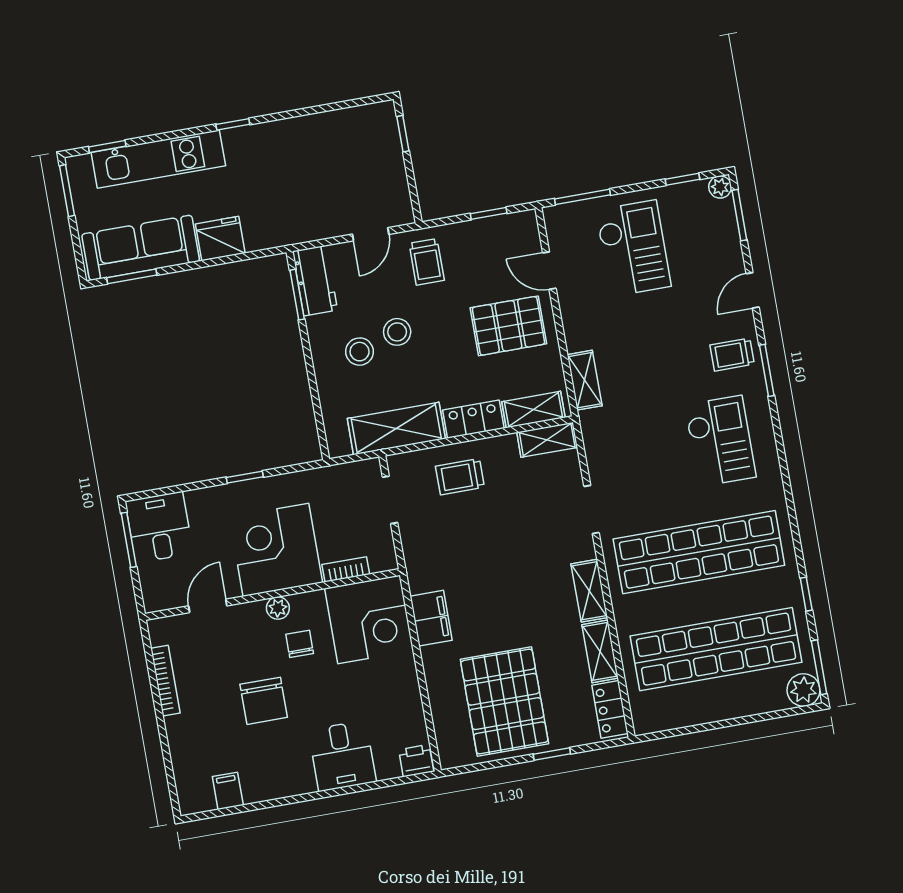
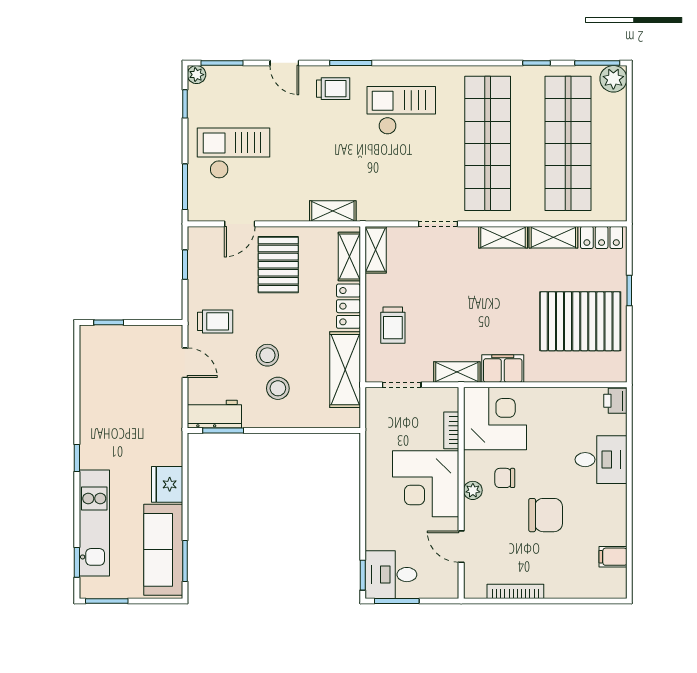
trolley: (732, 355) -> (333, 89), turned -90
window: (245, 477) -> (363, 575), moved
shelving: (417, 564) -> (457, 372), added

